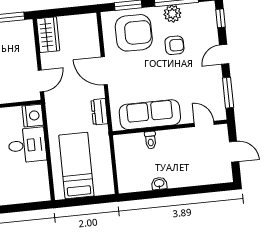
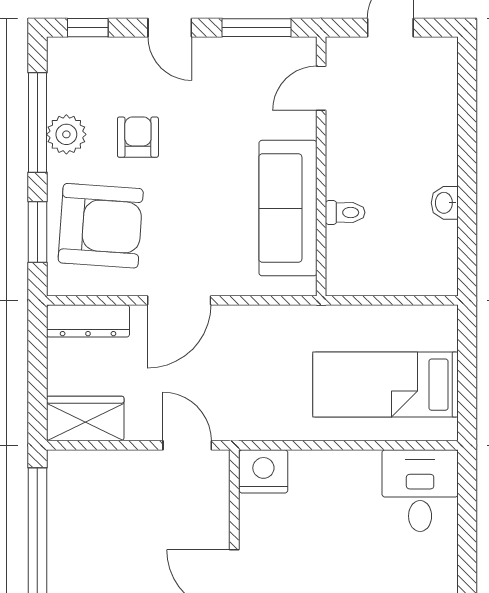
armchair: (134, 33) -> (101, 226), turned 94
dresser: (99, 112) -> (88, 321), moved, width x1.44
desk: (27, 145) -> (420, 491), moved

